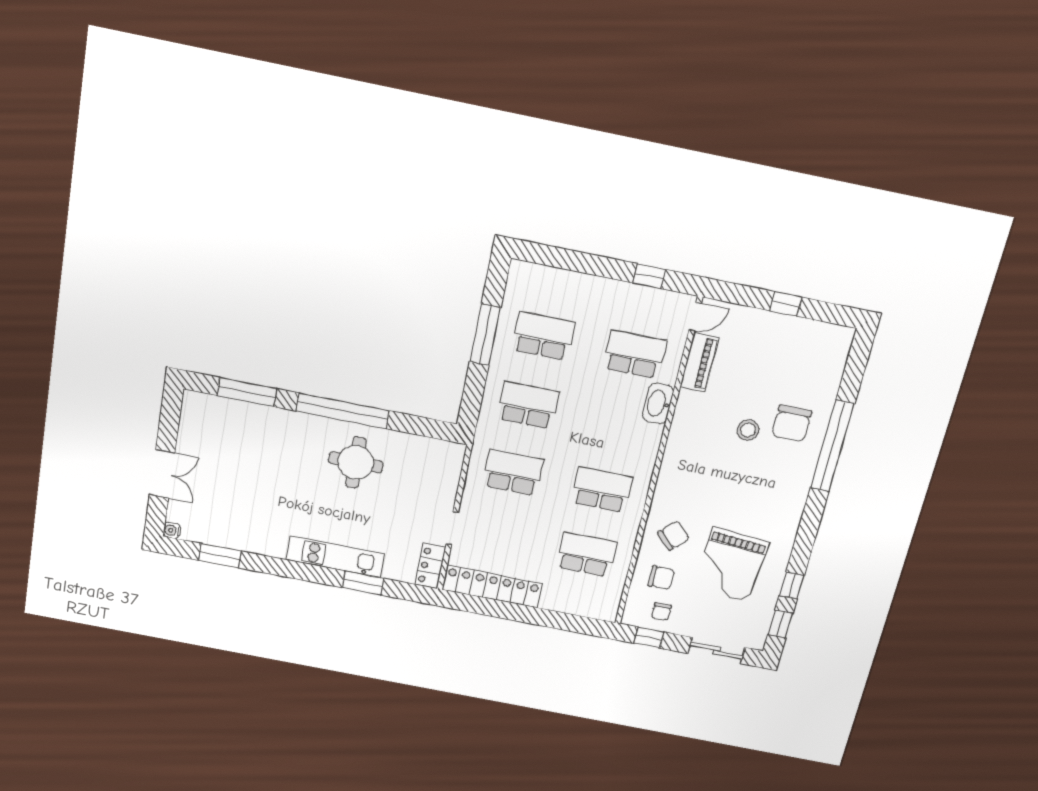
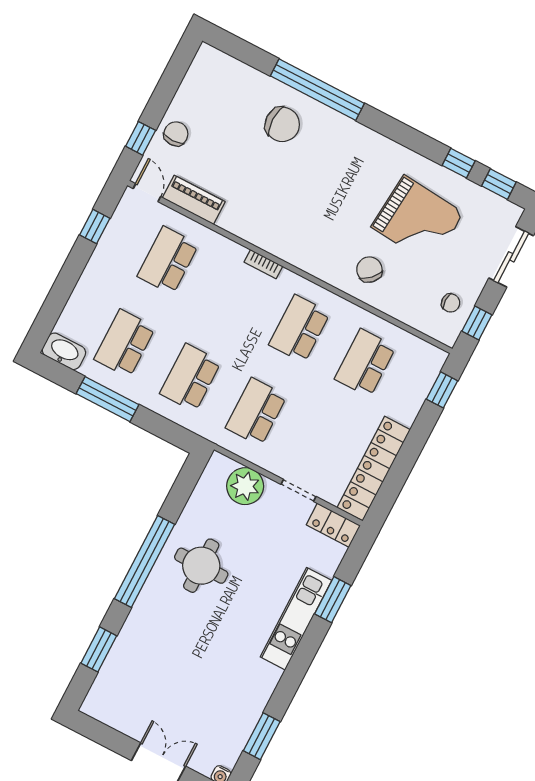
window: (786, 304) -> (141, 138), moved
window: (247, 392) -> (99, 649), width x0.69
washbasin: (658, 404) -> (64, 351), moved, turned 180
stool: (748, 430) -> (277, 169), removed
bookcase: (654, 442) -> (263, 264), added
plant: (442, 481) -> (245, 486), added
chair: (661, 578) -> (176, 134), moved
window: (580, 625) -> (442, 390), added

